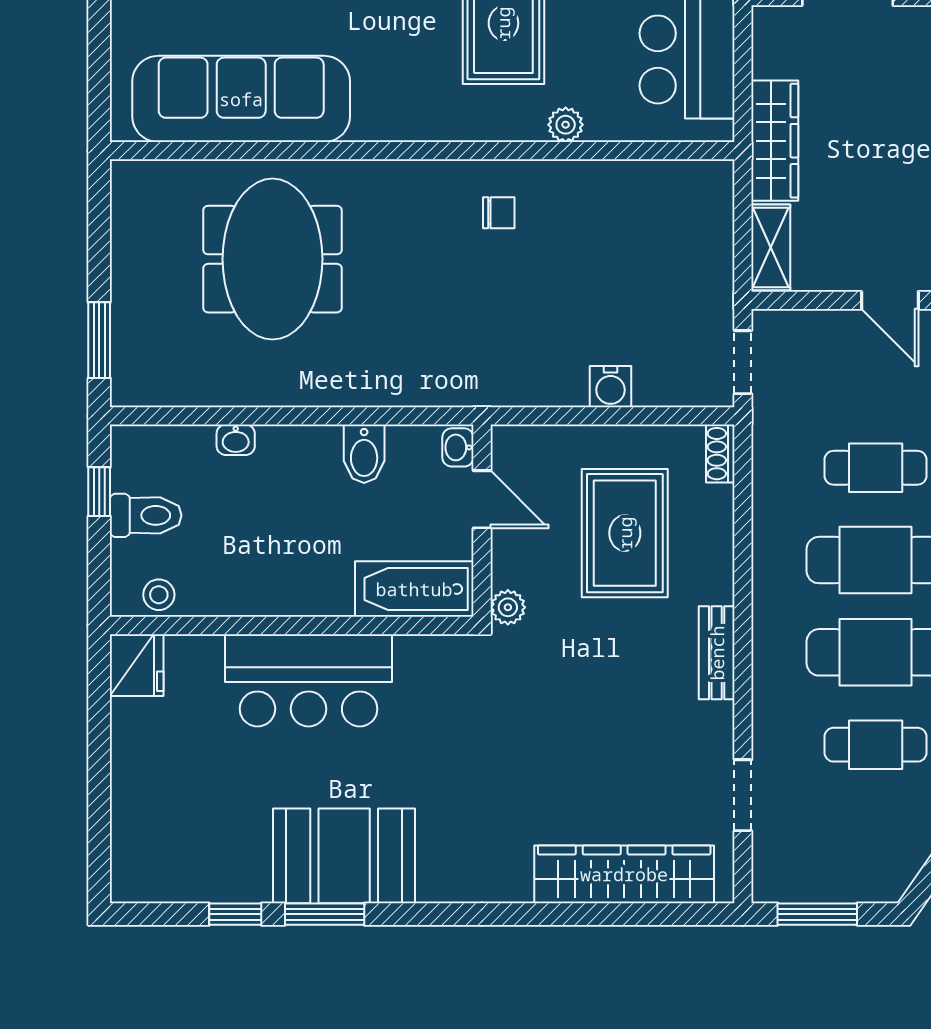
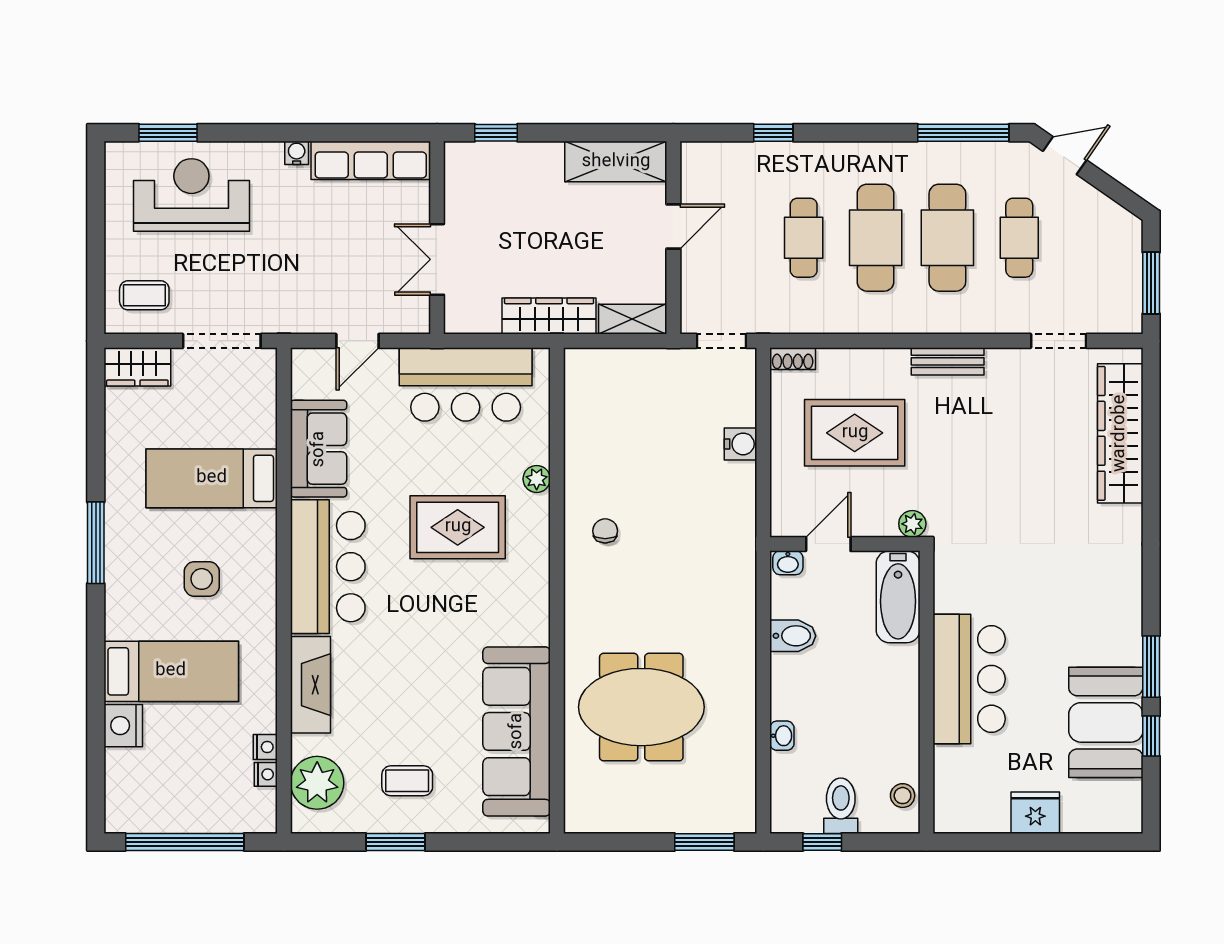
fridge: (137, 665) -> (1035, 813), moved
booth: (344, 856) -> (1106, 722), moved

